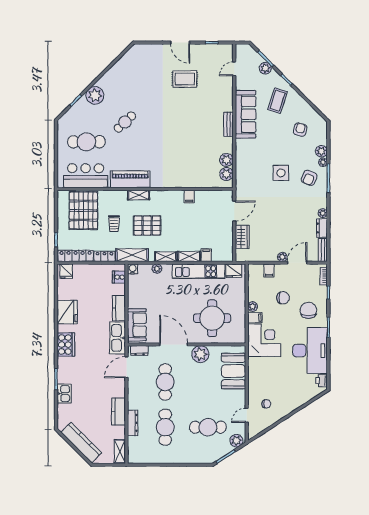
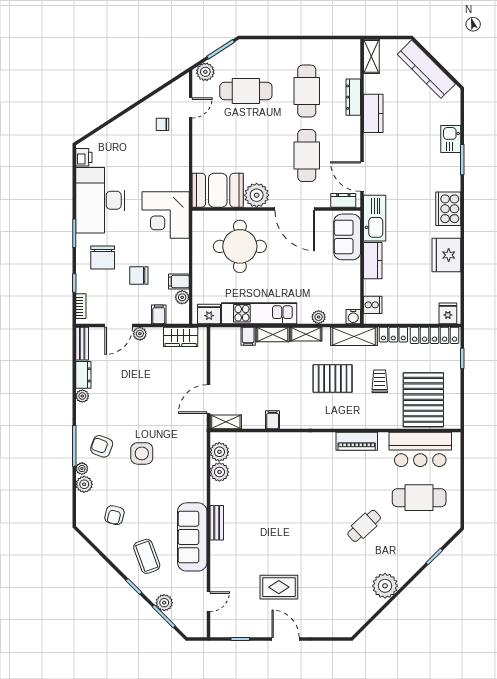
plant: (95, 95) -> (385, 586), moved
coffee table: (278, 101) -> (147, 556), turned -38
armchair: (309, 178) -> (102, 446), turned -92
piano: (130, 179) -> (357, 441), width x0.73, depth x0.75
shelving: (139, 195) -> (226, 422), moved
wardrobe: (242, 237) -> (181, 337), moved, turned -90
plant: (253, 306) -> (182, 297), moved
filing cabinet: (255, 318) -> (179, 282), moved
door: (126, 367) -> (362, 177), swing flipped
booth: (234, 371) -> (218, 190), moved, turned 90

